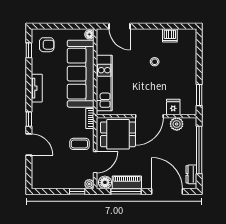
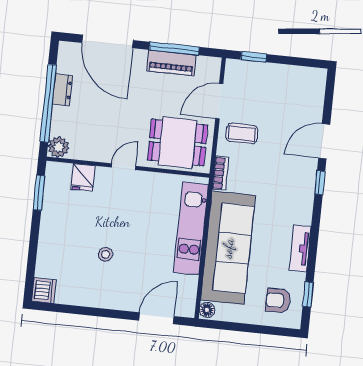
door: (120, 26) -> (156, 318), hinge flipped
dishwasher: (170, 35) -> (44, 290), moved, turned 90
tv unit: (37, 88) -> (300, 248), moved
door: (149, 116) -> (123, 167), width x0.53
plant: (177, 124) -> (59, 147), moved
door: (29, 145) -> (324, 141), hinge flipped
dresser: (191, 174) -> (62, 90), moved
floor lamp: (105, 182) -> (207, 67), removed
plant: (89, 184) -> (233, 67), removed

